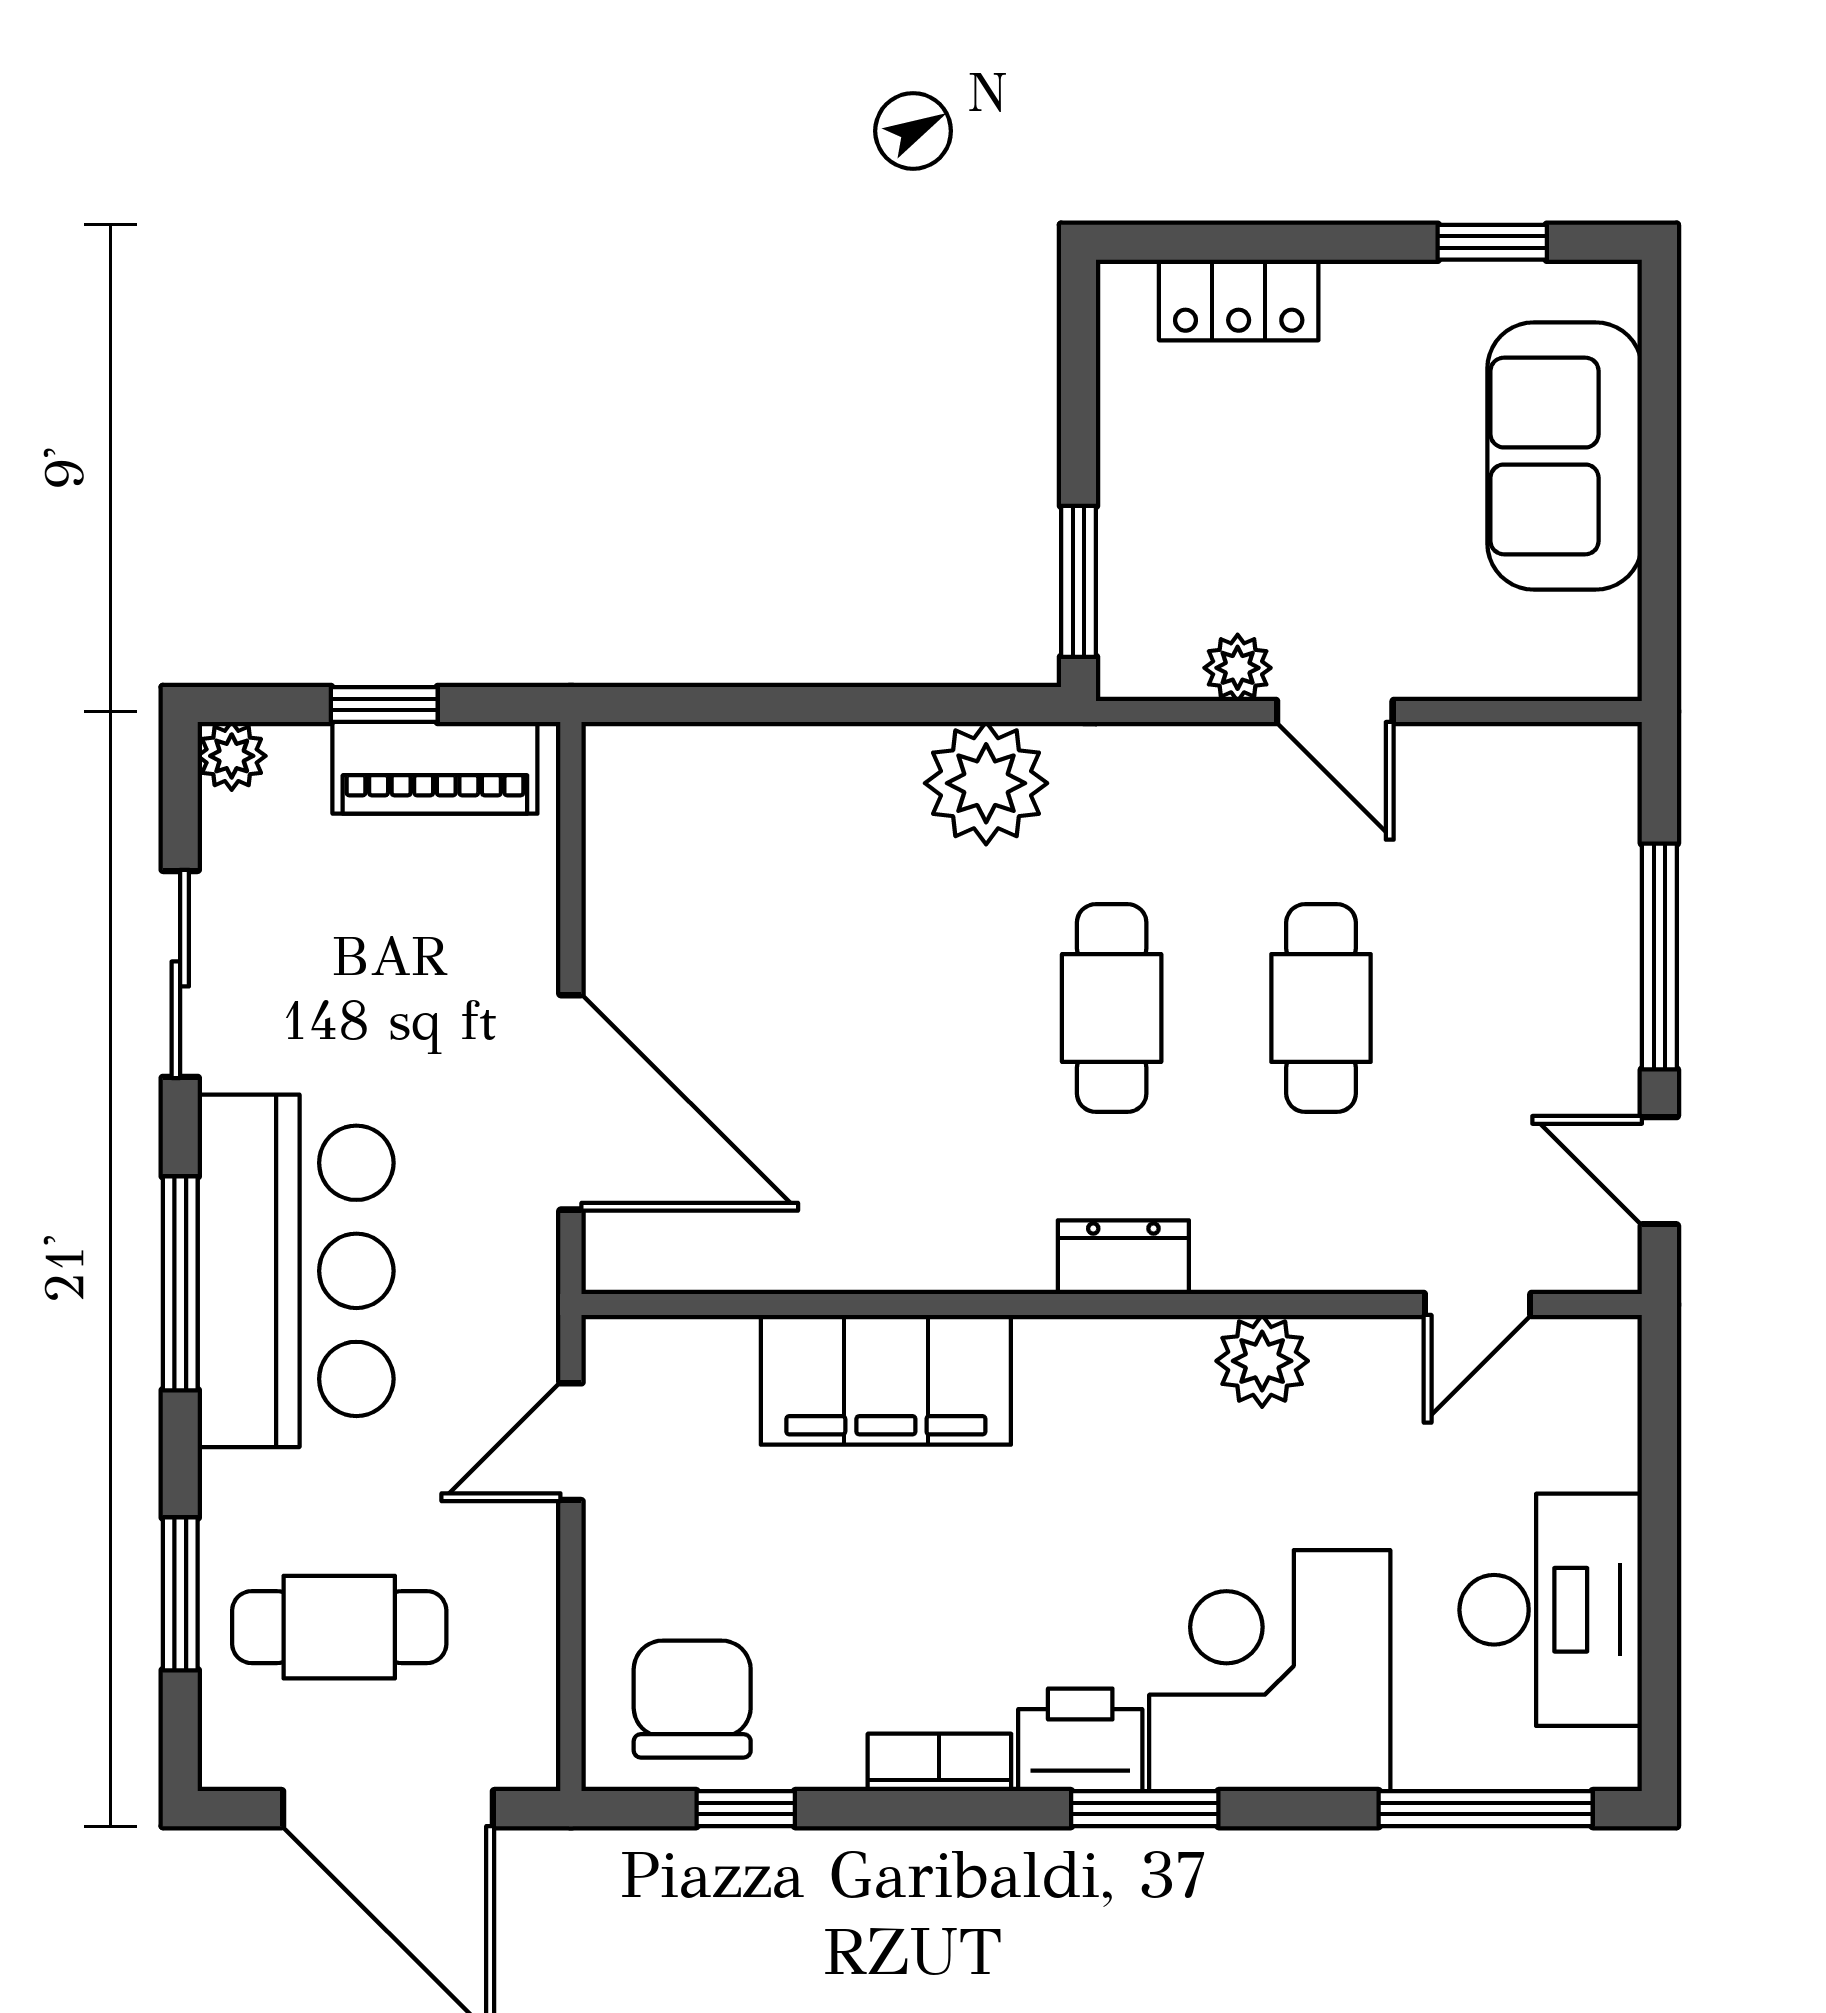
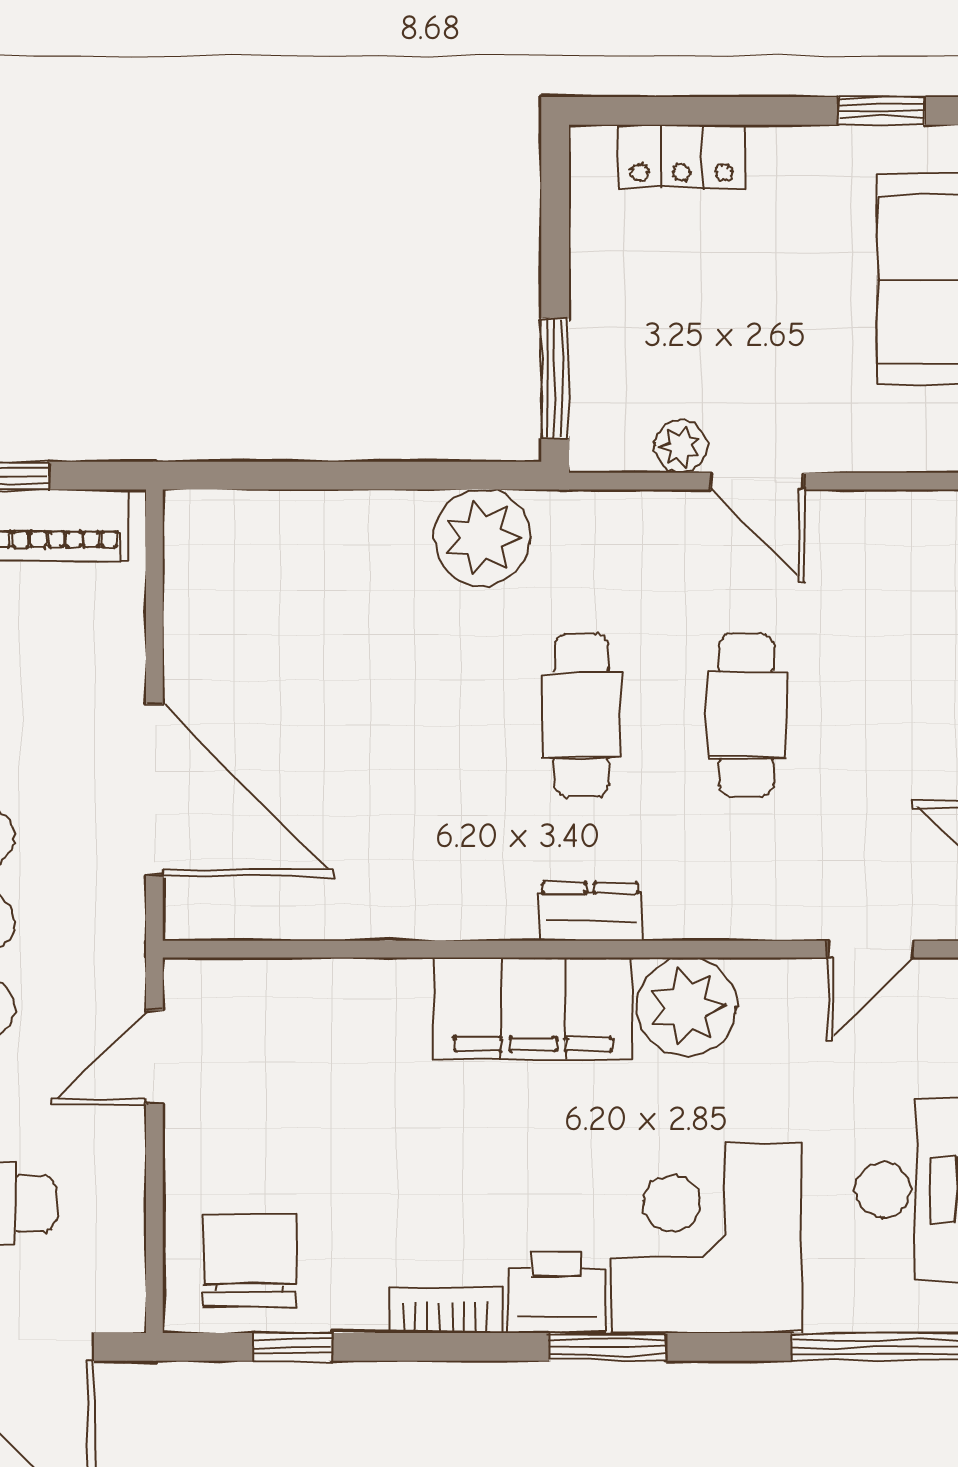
plant: (1262, 1361) -> (687, 1007), width x1.36, depth x1.36
filing cabinet: (886, 1380) -> (533, 1008), moved

